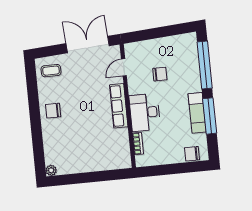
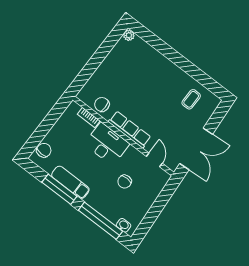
washbasin: (192, 45) -> (124, 225), added
coffee table: (51, 71) -> (191, 99), moved
chair: (53, 111) -> (102, 104), moved, turned -90

